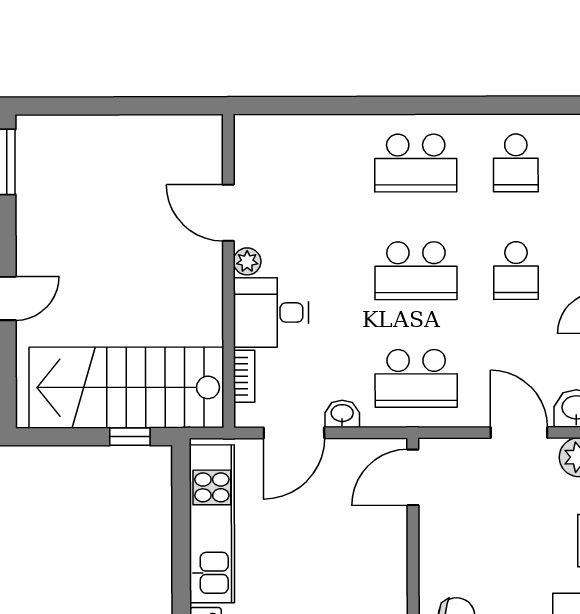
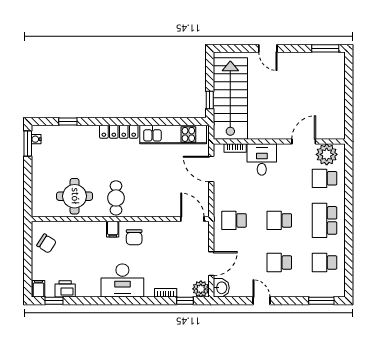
school desk: (316, 163) -> (325, 178), added
plant: (247, 261) -> (327, 154), moved, width x1.88, depth x1.88
school desk: (416, 271) -> (279, 220), width x0.54
school desk: (416, 378) -> (234, 220), width x0.54
washbasin: (342, 414) -> (219, 189), removed

